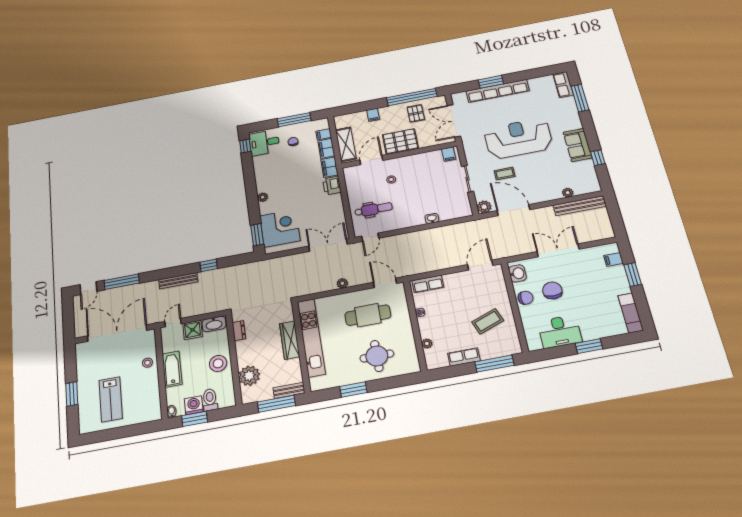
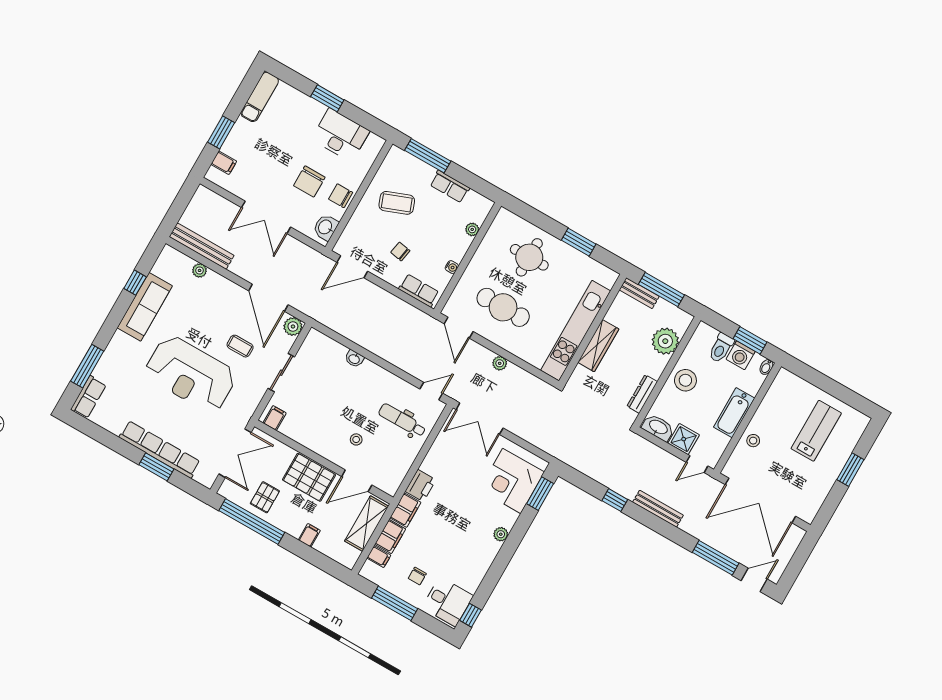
sofa: (578, 145) -> (145, 307), width x1.36
chair: (459, 296) -> (400, 252), added
dresser: (239, 331) -> (642, 394), width x1.44

